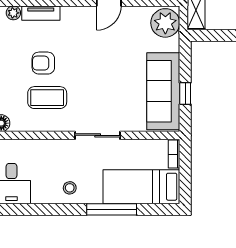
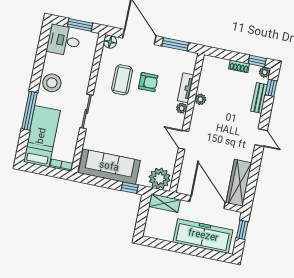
plant: (13, 13) -> (182, 108), moved
armchair: (43, 63) -> (148, 82), turned 90
window: (185, 94) -> (130, 188), moved
stool: (70, 188) -> (52, 83), width x1.89, depth x1.89

